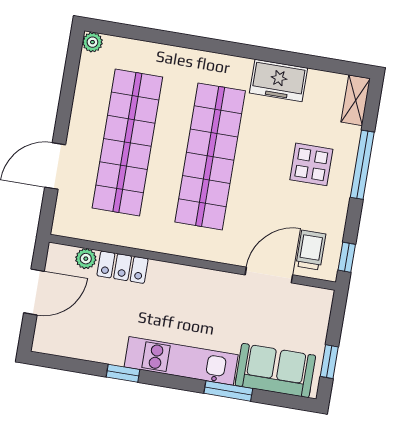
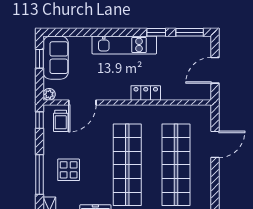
plant: (86, 259) -> (49, 94), moved
locker: (123, 267) -> (146, 93), moved
sofa: (275, 370) -> (56, 58), moved, turned -90
window: (228, 391) -> (190, 32), moved

